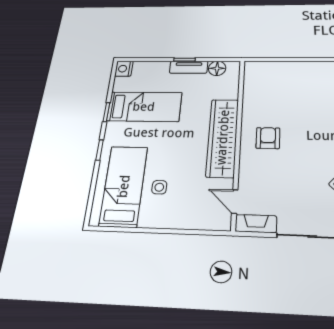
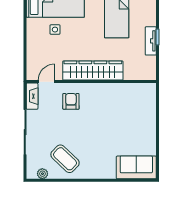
floor lamp: (217, 68) -> (150, 63), removed
armchair: (268, 138) -> (71, 101), moved, turned -90

